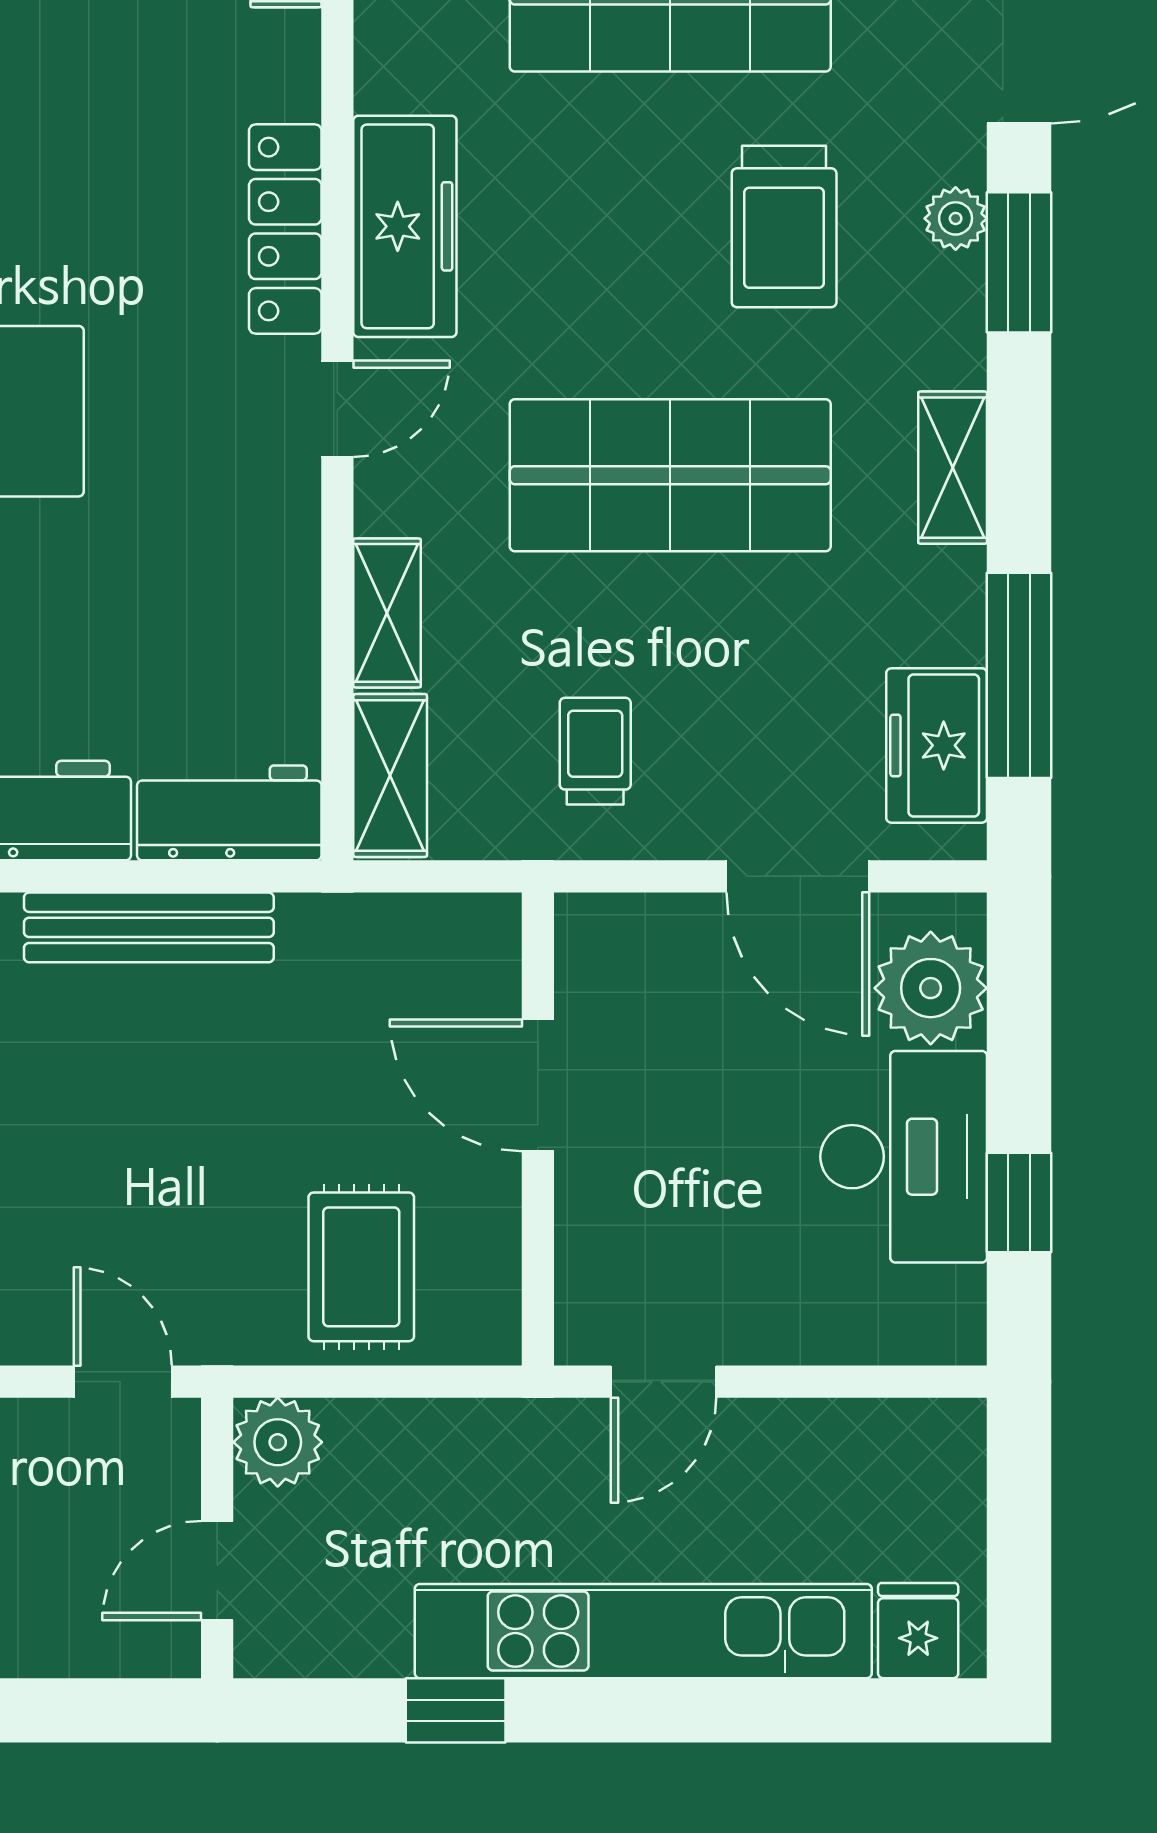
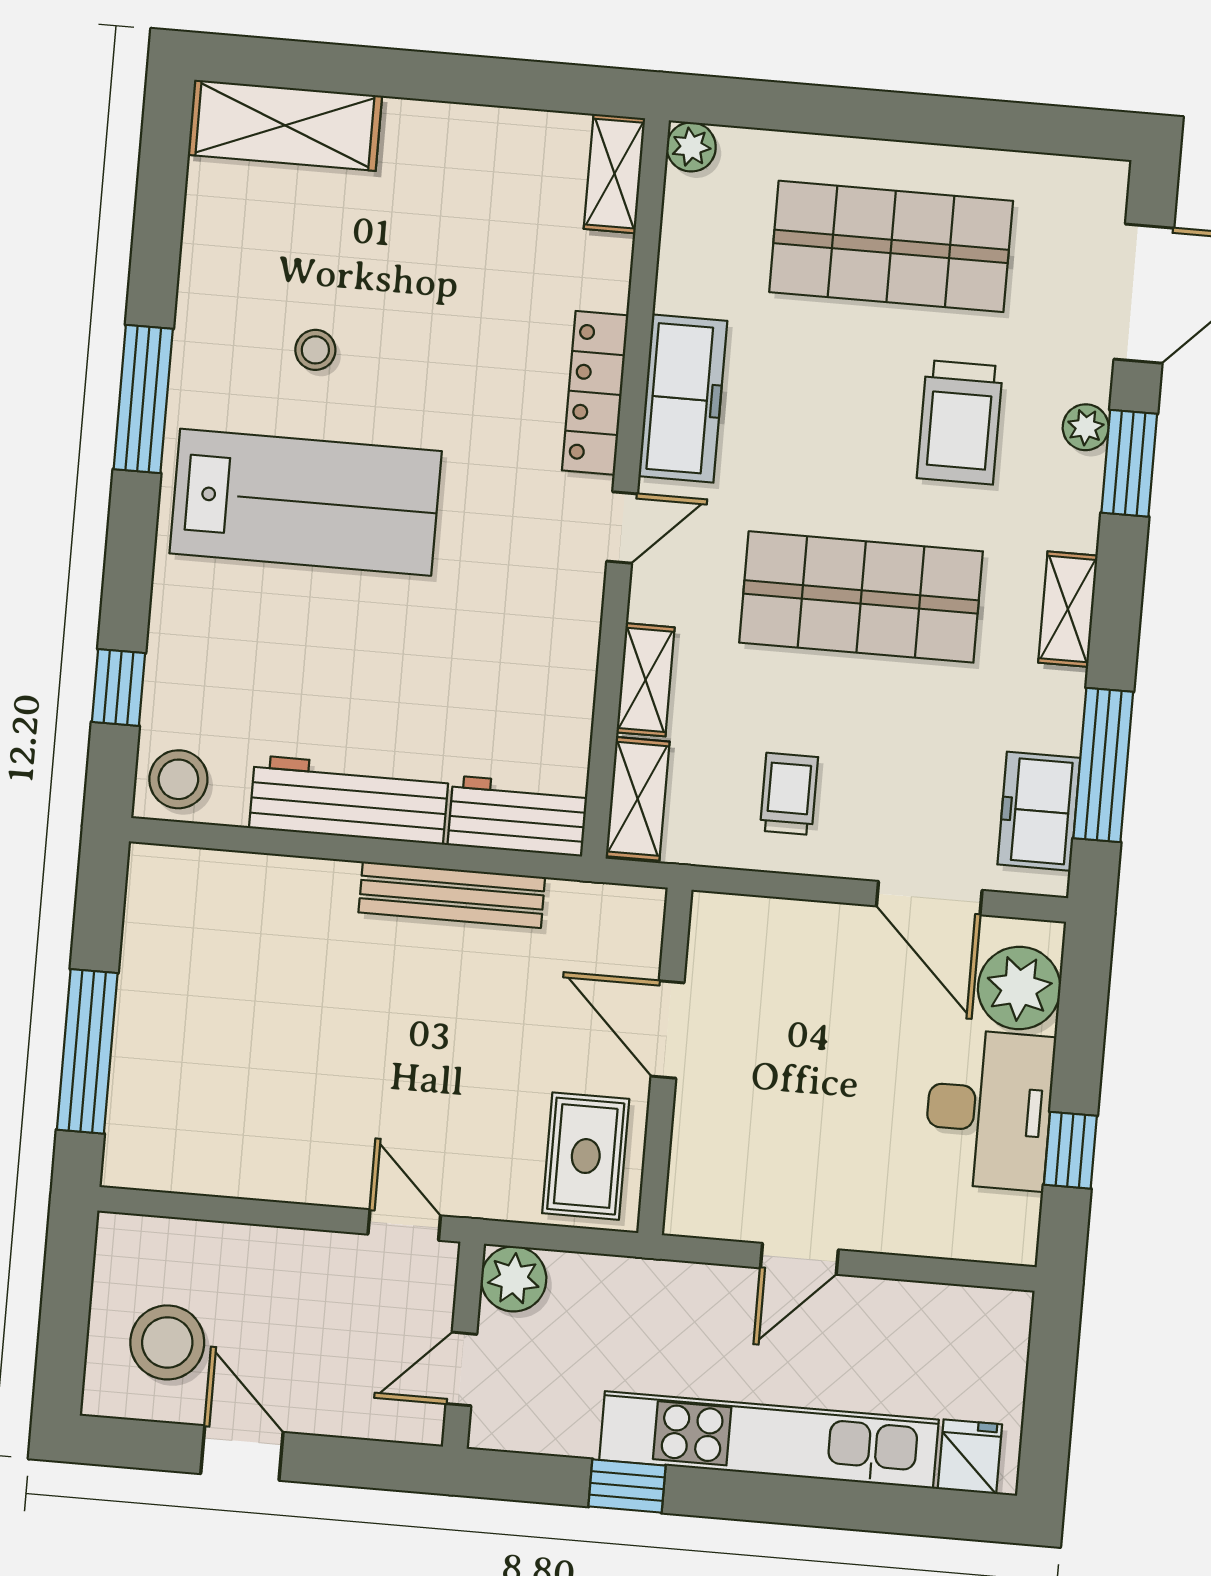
door: (538, 1085) -> (668, 1029), moved
wall: (538, 1129) -> (665, 1061), moved

